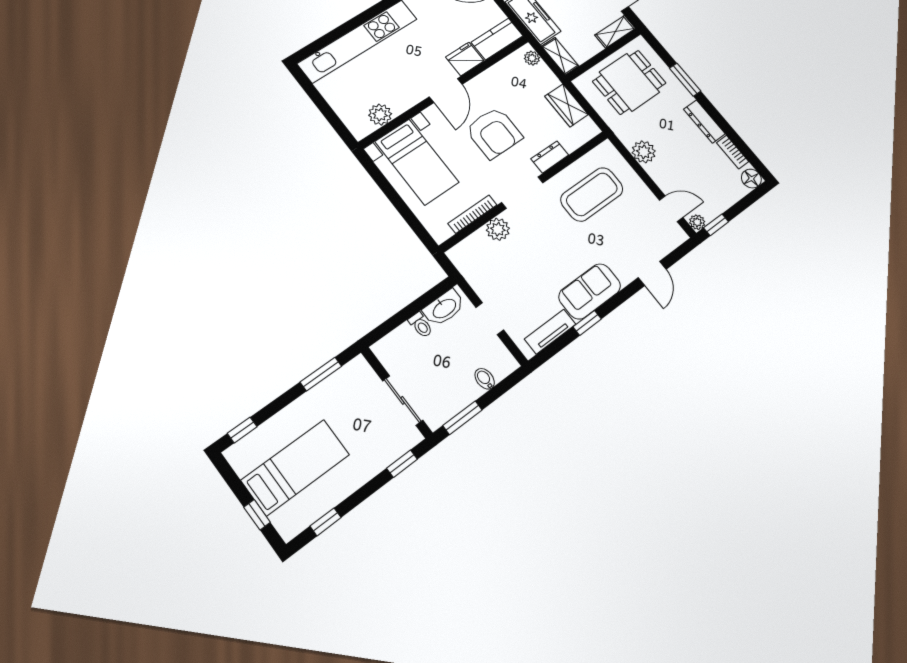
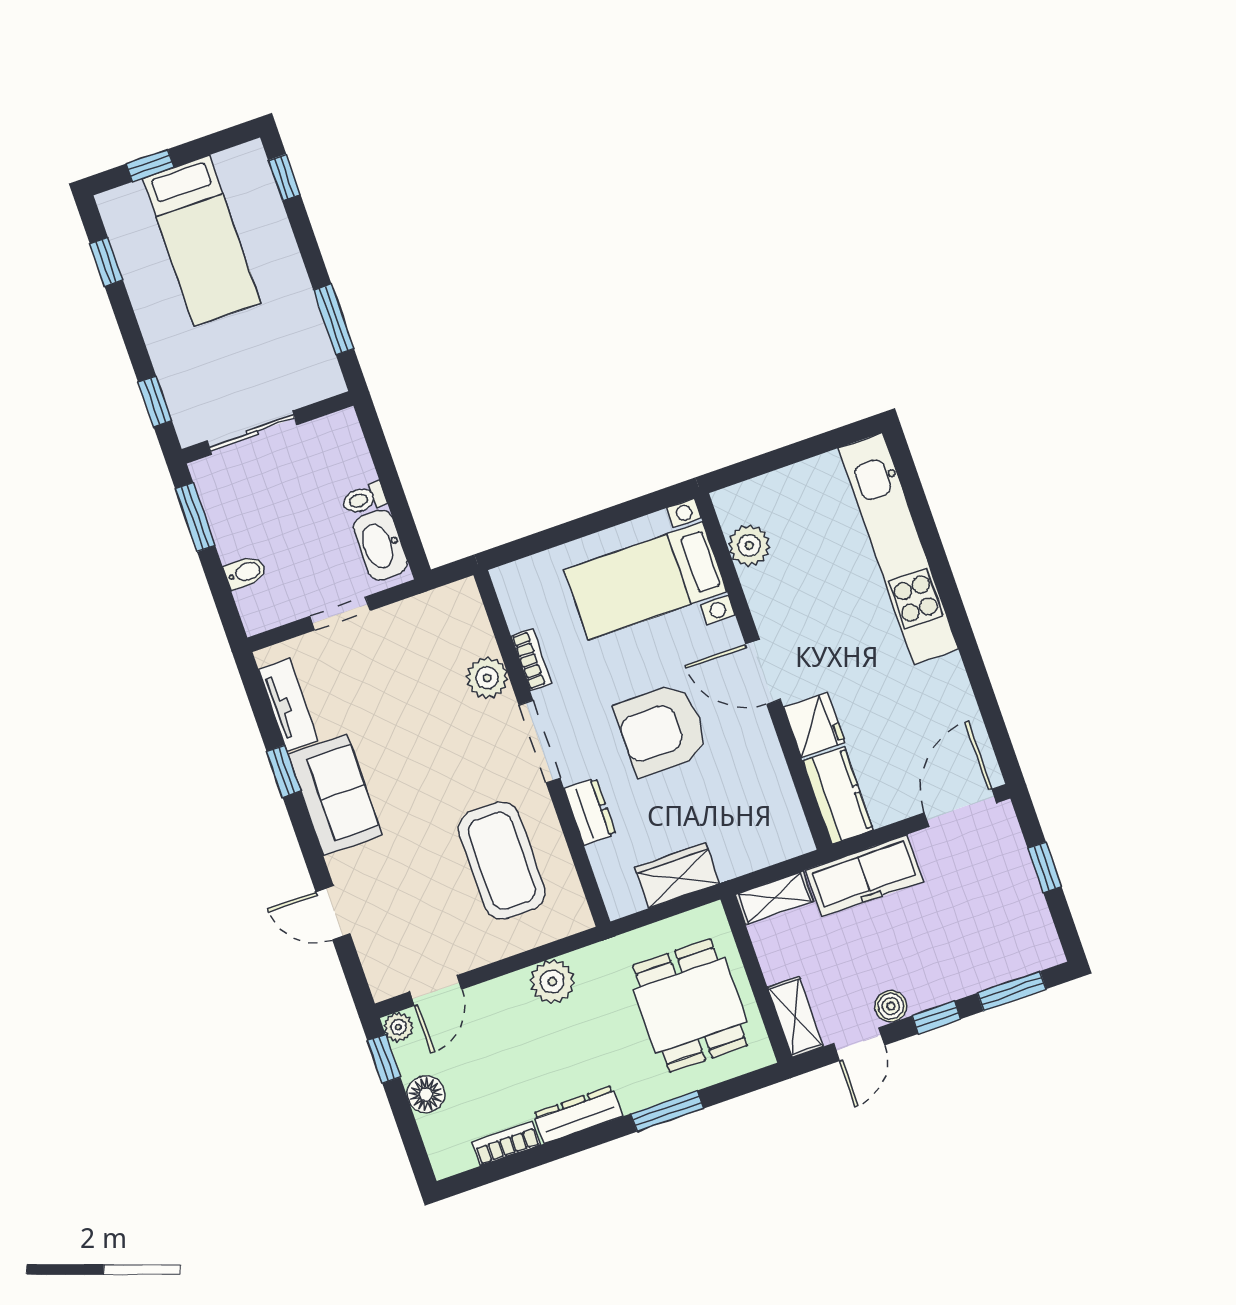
plant: (532, 58) -> (784, 845), removed
floor lamp: (751, 179) -> (426, 1094), moved
bookcase: (472, 214) -> (531, 660), width x0.64

